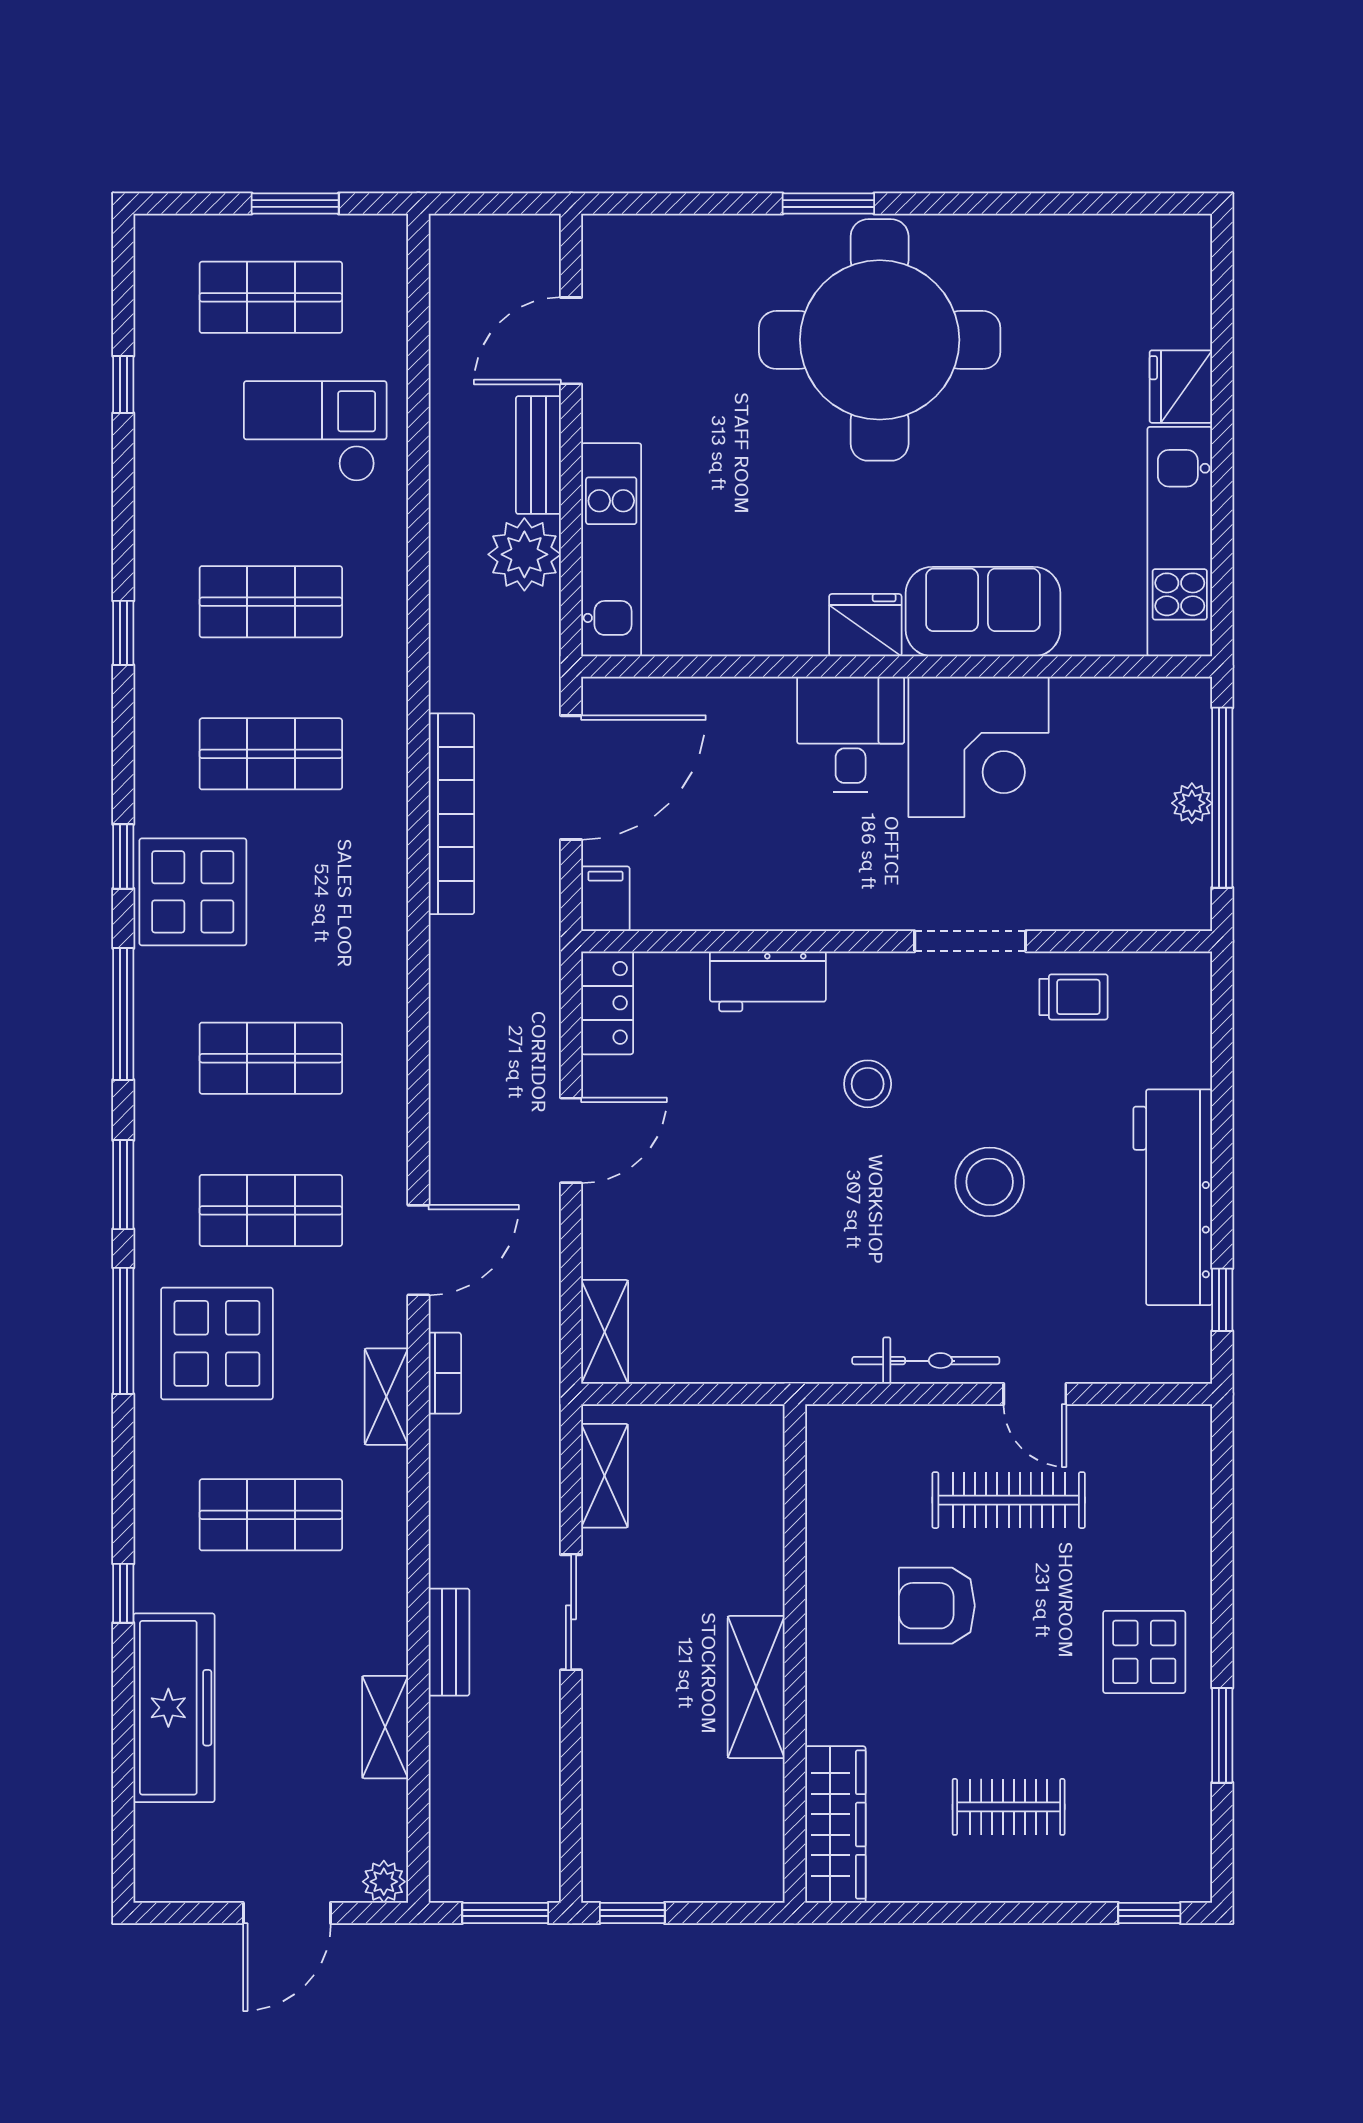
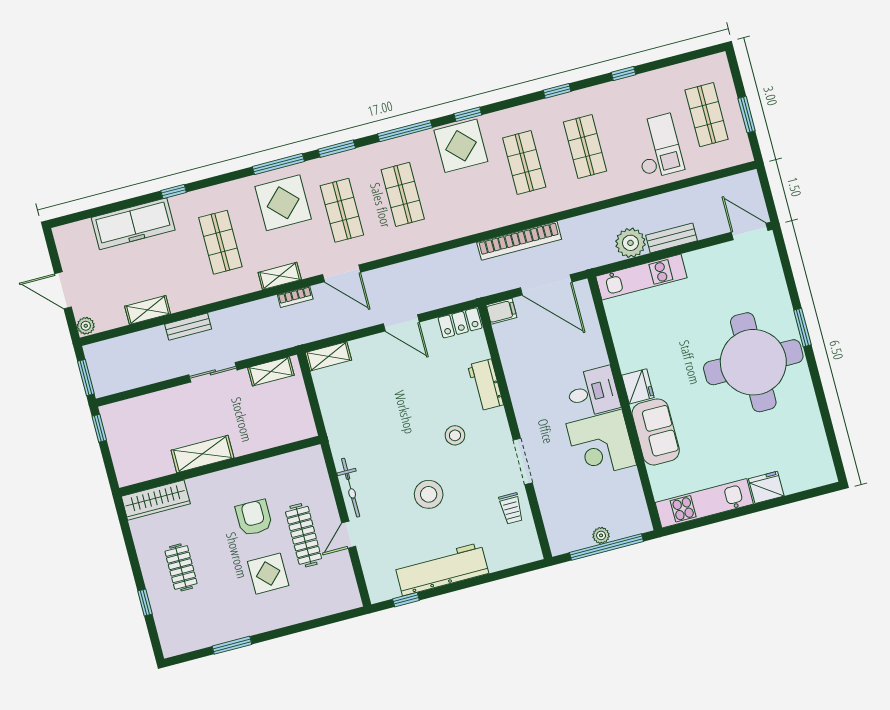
door: (571, 341) -> (750, 231), moved
window: (123, 384) -> (624, 73), moved
display table: (1144, 1652) -> (268, 574), moved
window: (1149, 1913) -> (145, 603), moved

